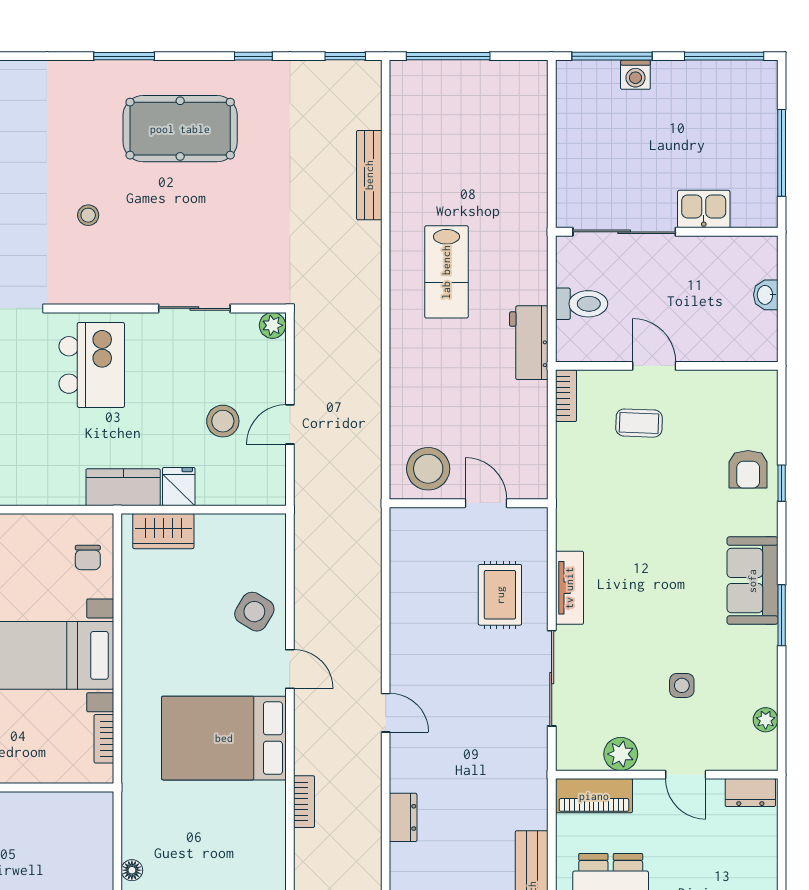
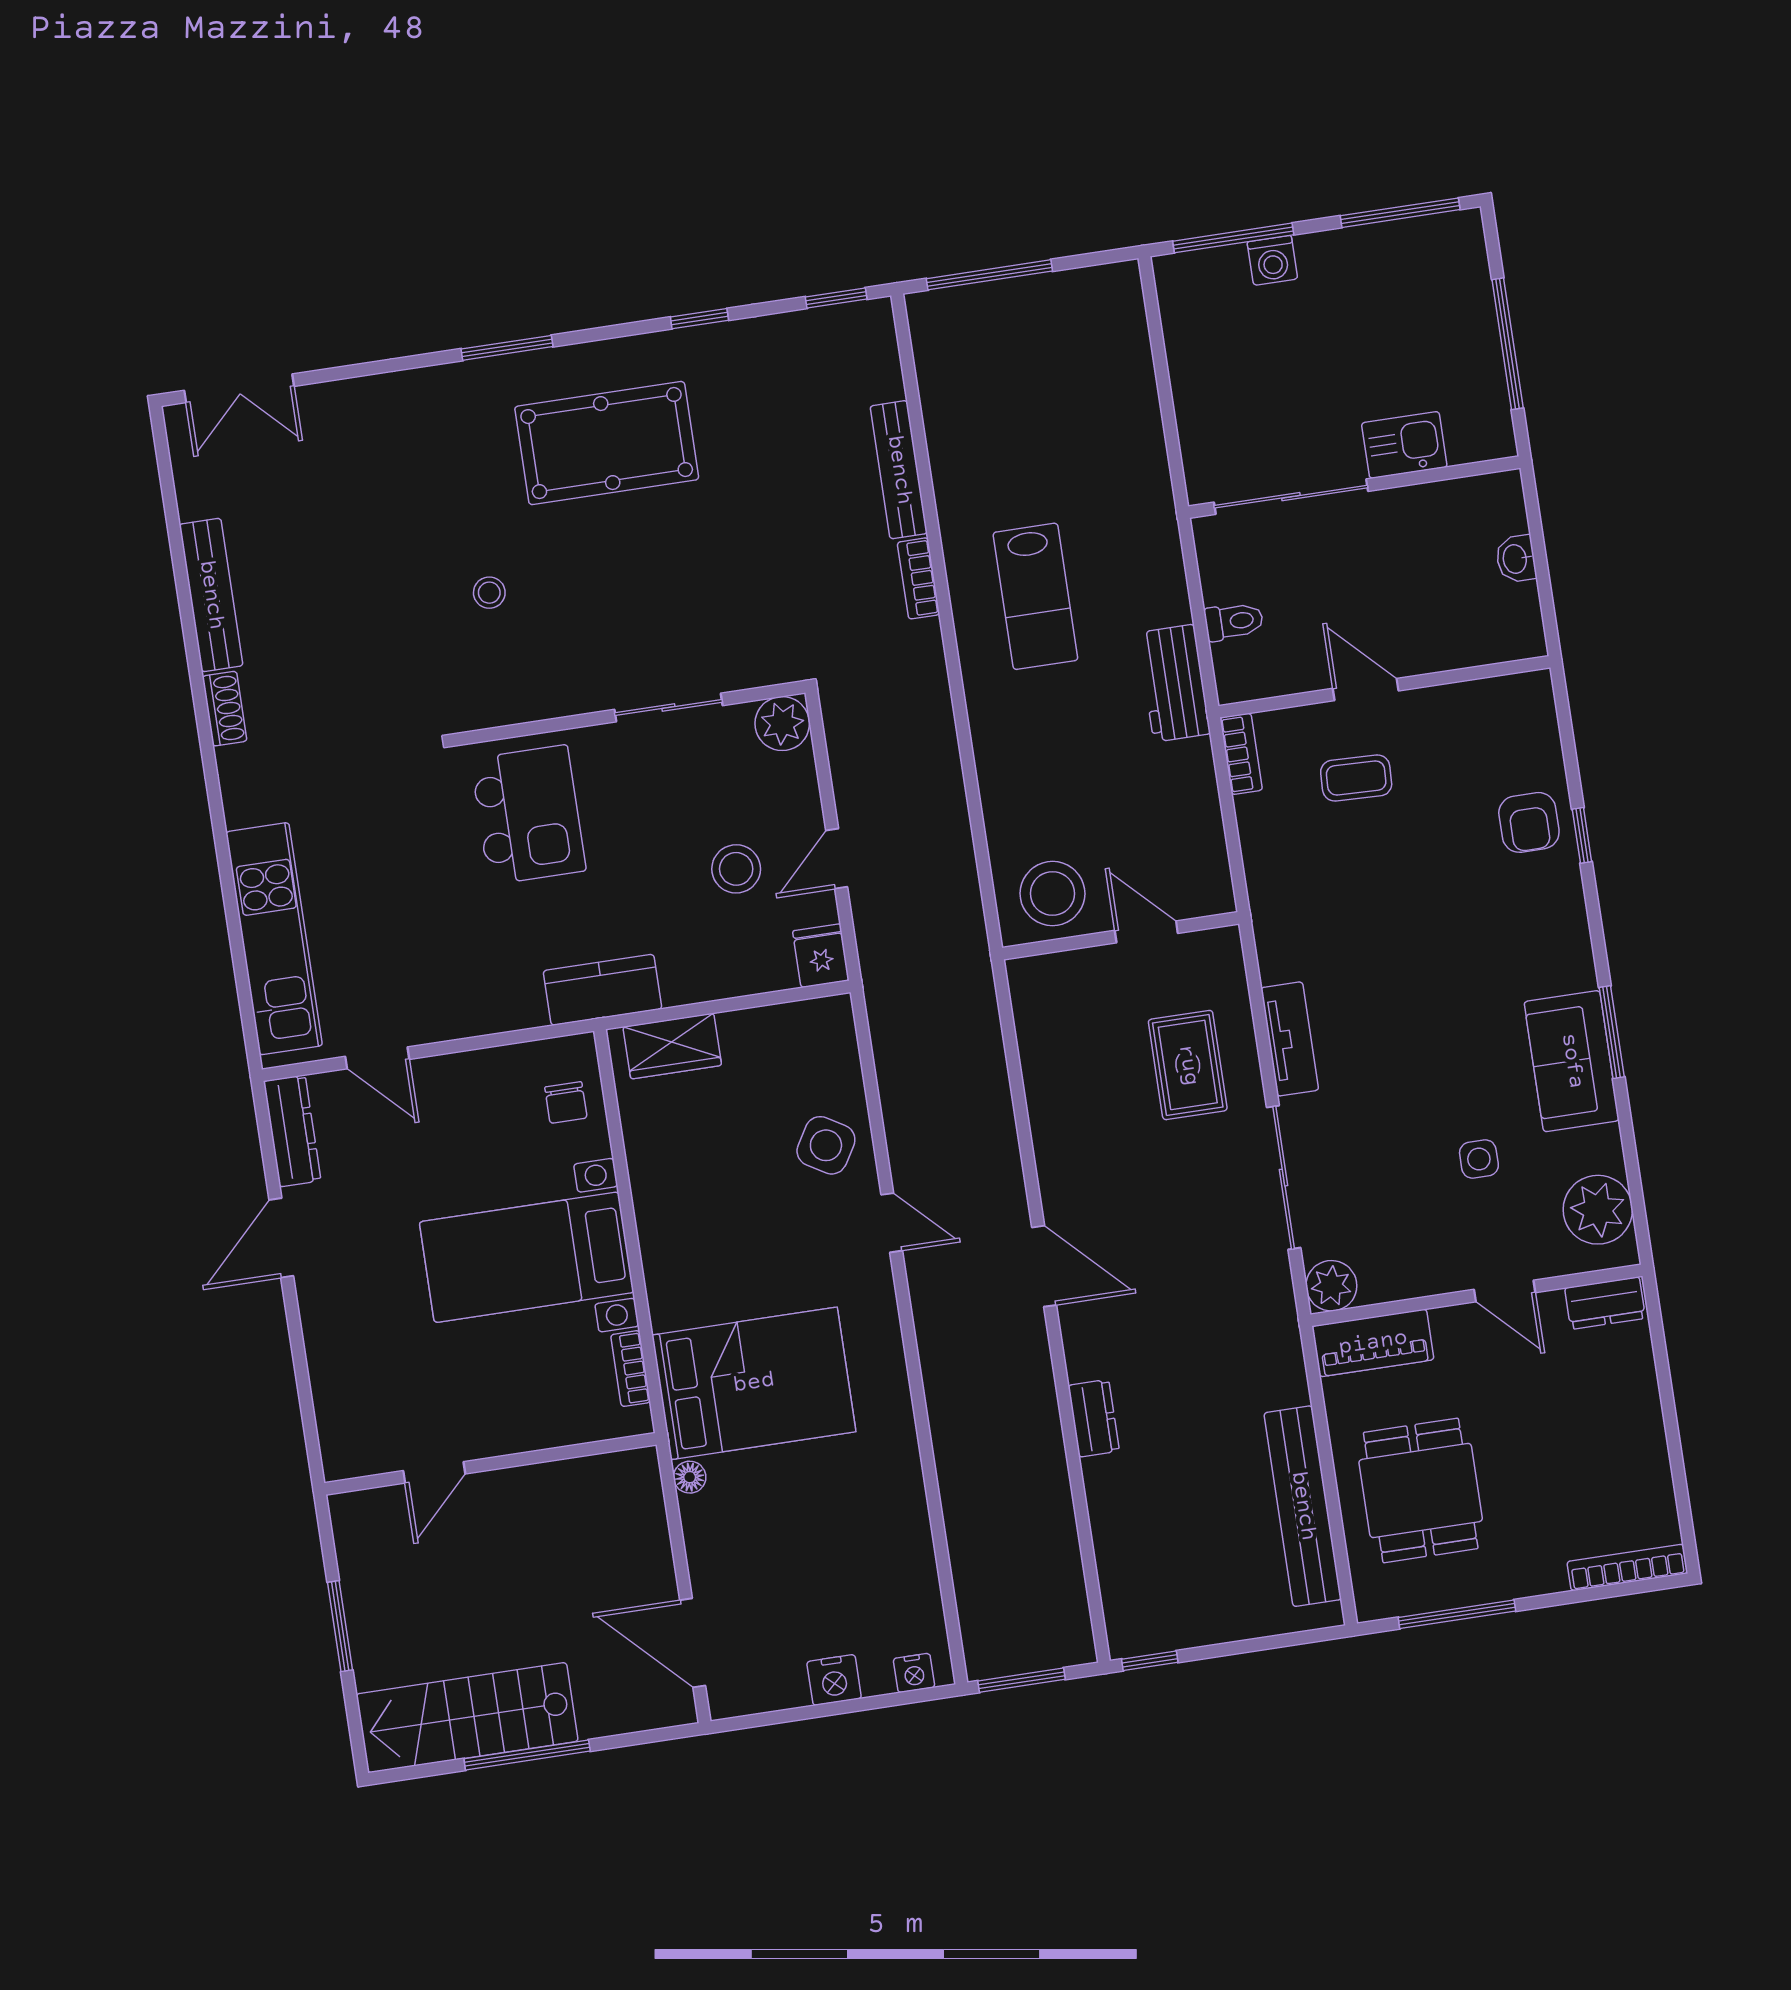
toilet: (582, 304) -> (1234, 621), width x0.73, depth x0.72
plant: (272, 325) -> (782, 724), width x1.38, depth x1.38
fridge: (179, 487) -> (821, 956), moved
sofa: (752, 581) -> (1572, 1061), moved
door: (386, 713) -> (1044, 1266), width x1.38
plant: (766, 720) -> (1598, 1210), width x1.88, depth x1.88
bed: (224, 738) -> (754, 1383), moved, turned 180
plant: (621, 754) -> (1331, 1286), moved
bookcase: (304, 802) -> (918, 578), moved, turned 180
floor lamp: (132, 870) -> (690, 1477), moved

